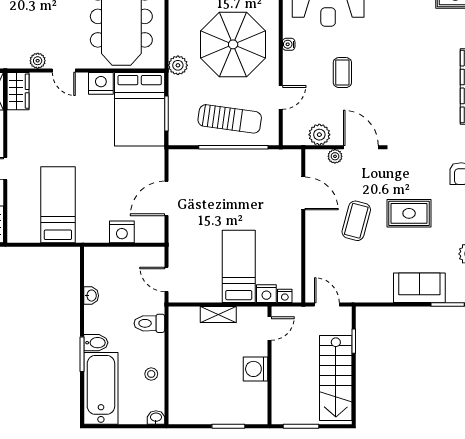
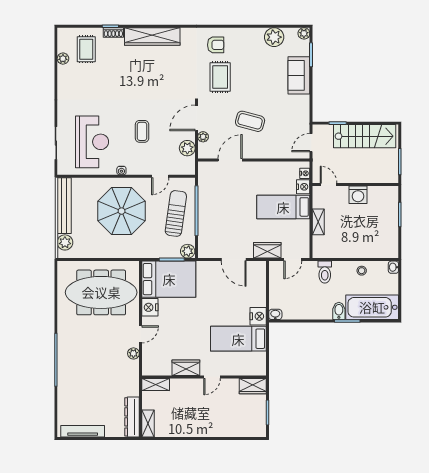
plant: (178, 65) -> (188, 251), moved
coffee table: (342, 73) -> (142, 131), turned 90
wardrobe: (18, 91) -> (186, 368), moved
door: (281, 97) -> (160, 176), swing flipped
rug: (409, 213) -> (220, 77), moved
nightstand: (122, 232) -> (258, 316), moved
wardrobe: (179, 244) -> (267, 250), added
washbasin: (91, 296) -> (275, 314), moved

